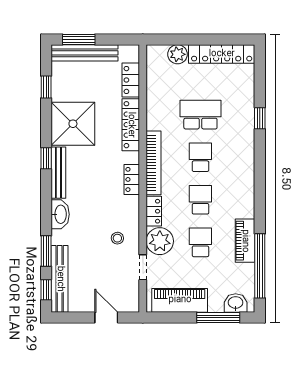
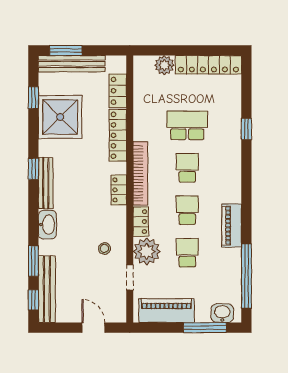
shower: (73, 124) -> (60, 117), moved
piano: (245, 241) -> (232, 225), moved

